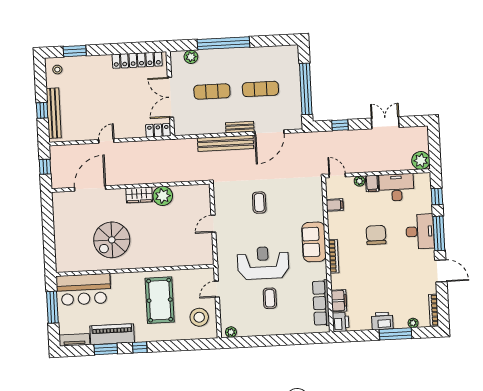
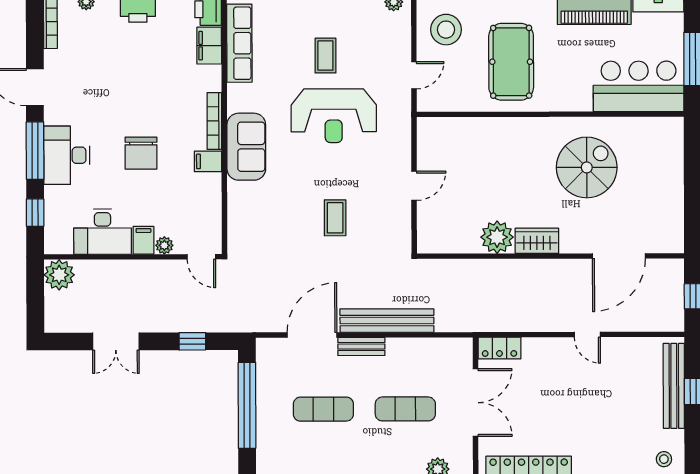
door: (106, 141) -> (587, 334), hinge flipped
filing cabinet: (335, 205) -> (208, 161), moved

